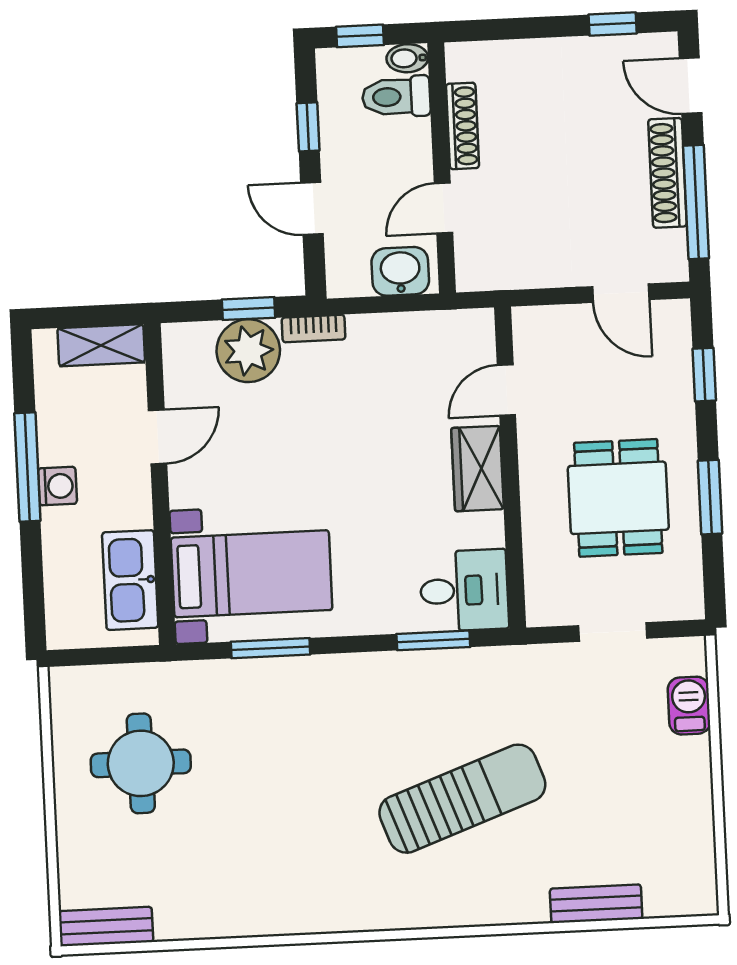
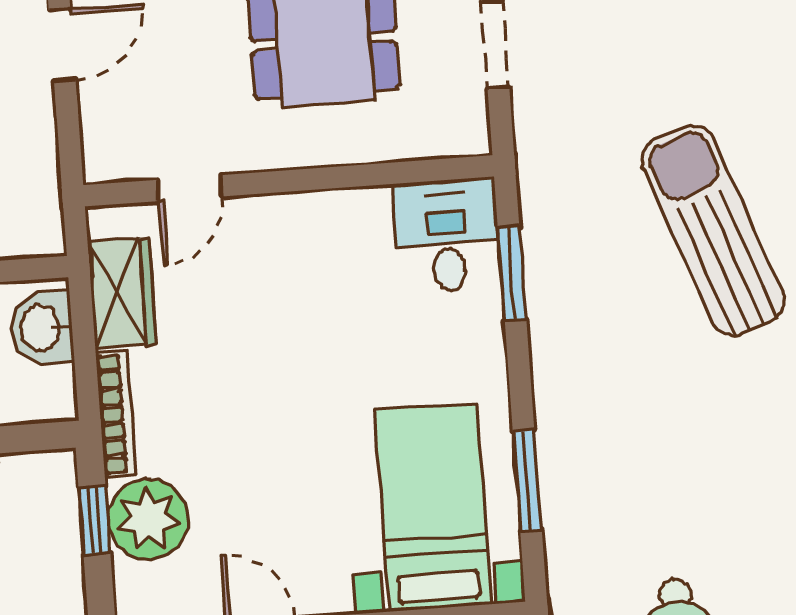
bookcase: (313, 328) -> (116, 414), width x1.56
door: (506, 390) -> (190, 188), hinge flipped
wardrobe: (477, 469) -> (122, 293), moved, turned -90

